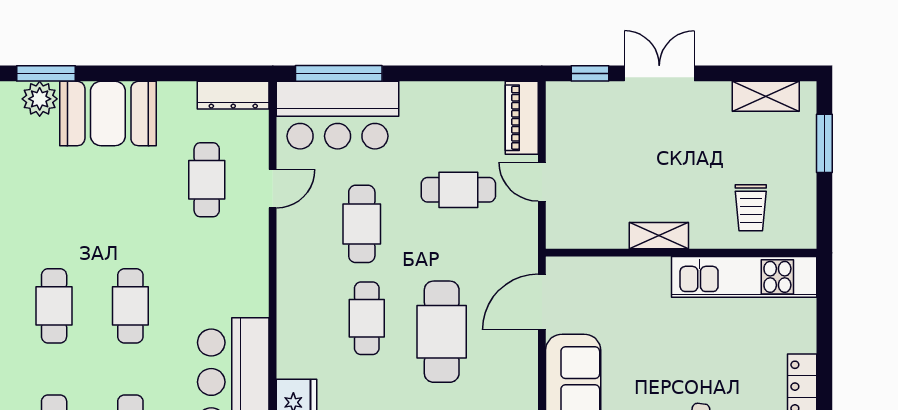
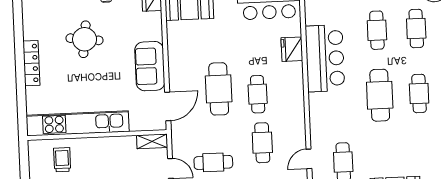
shelving: (659, 236) -> (152, 141), moved
kitchen unit: (744, 277) -> (78, 123), width x1.36
cafe table: (130, 306) -> (380, 95), width x1.37, depth x1.35

